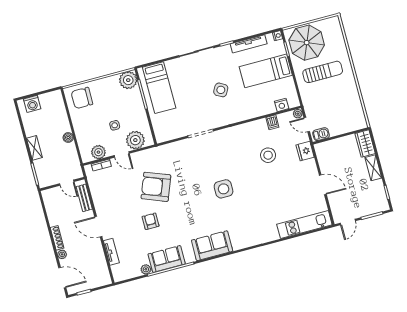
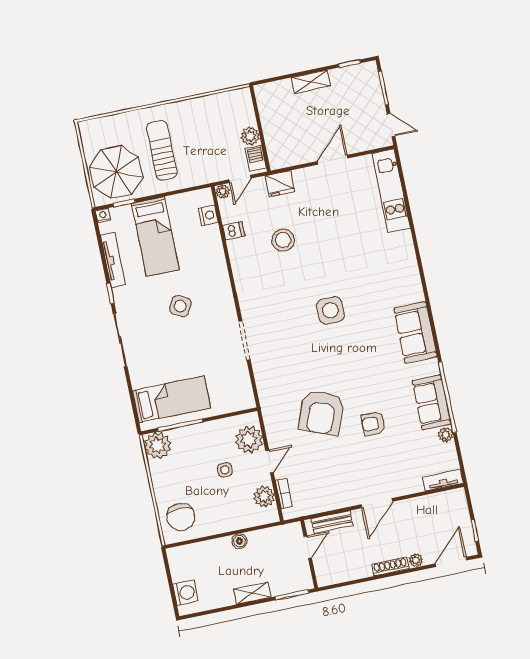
plant: (335, 130) -> (250, 136), added
wardrobe: (365, 144) -> (274, 92), removed
tv unit: (111, 252) -> (443, 480), moved

